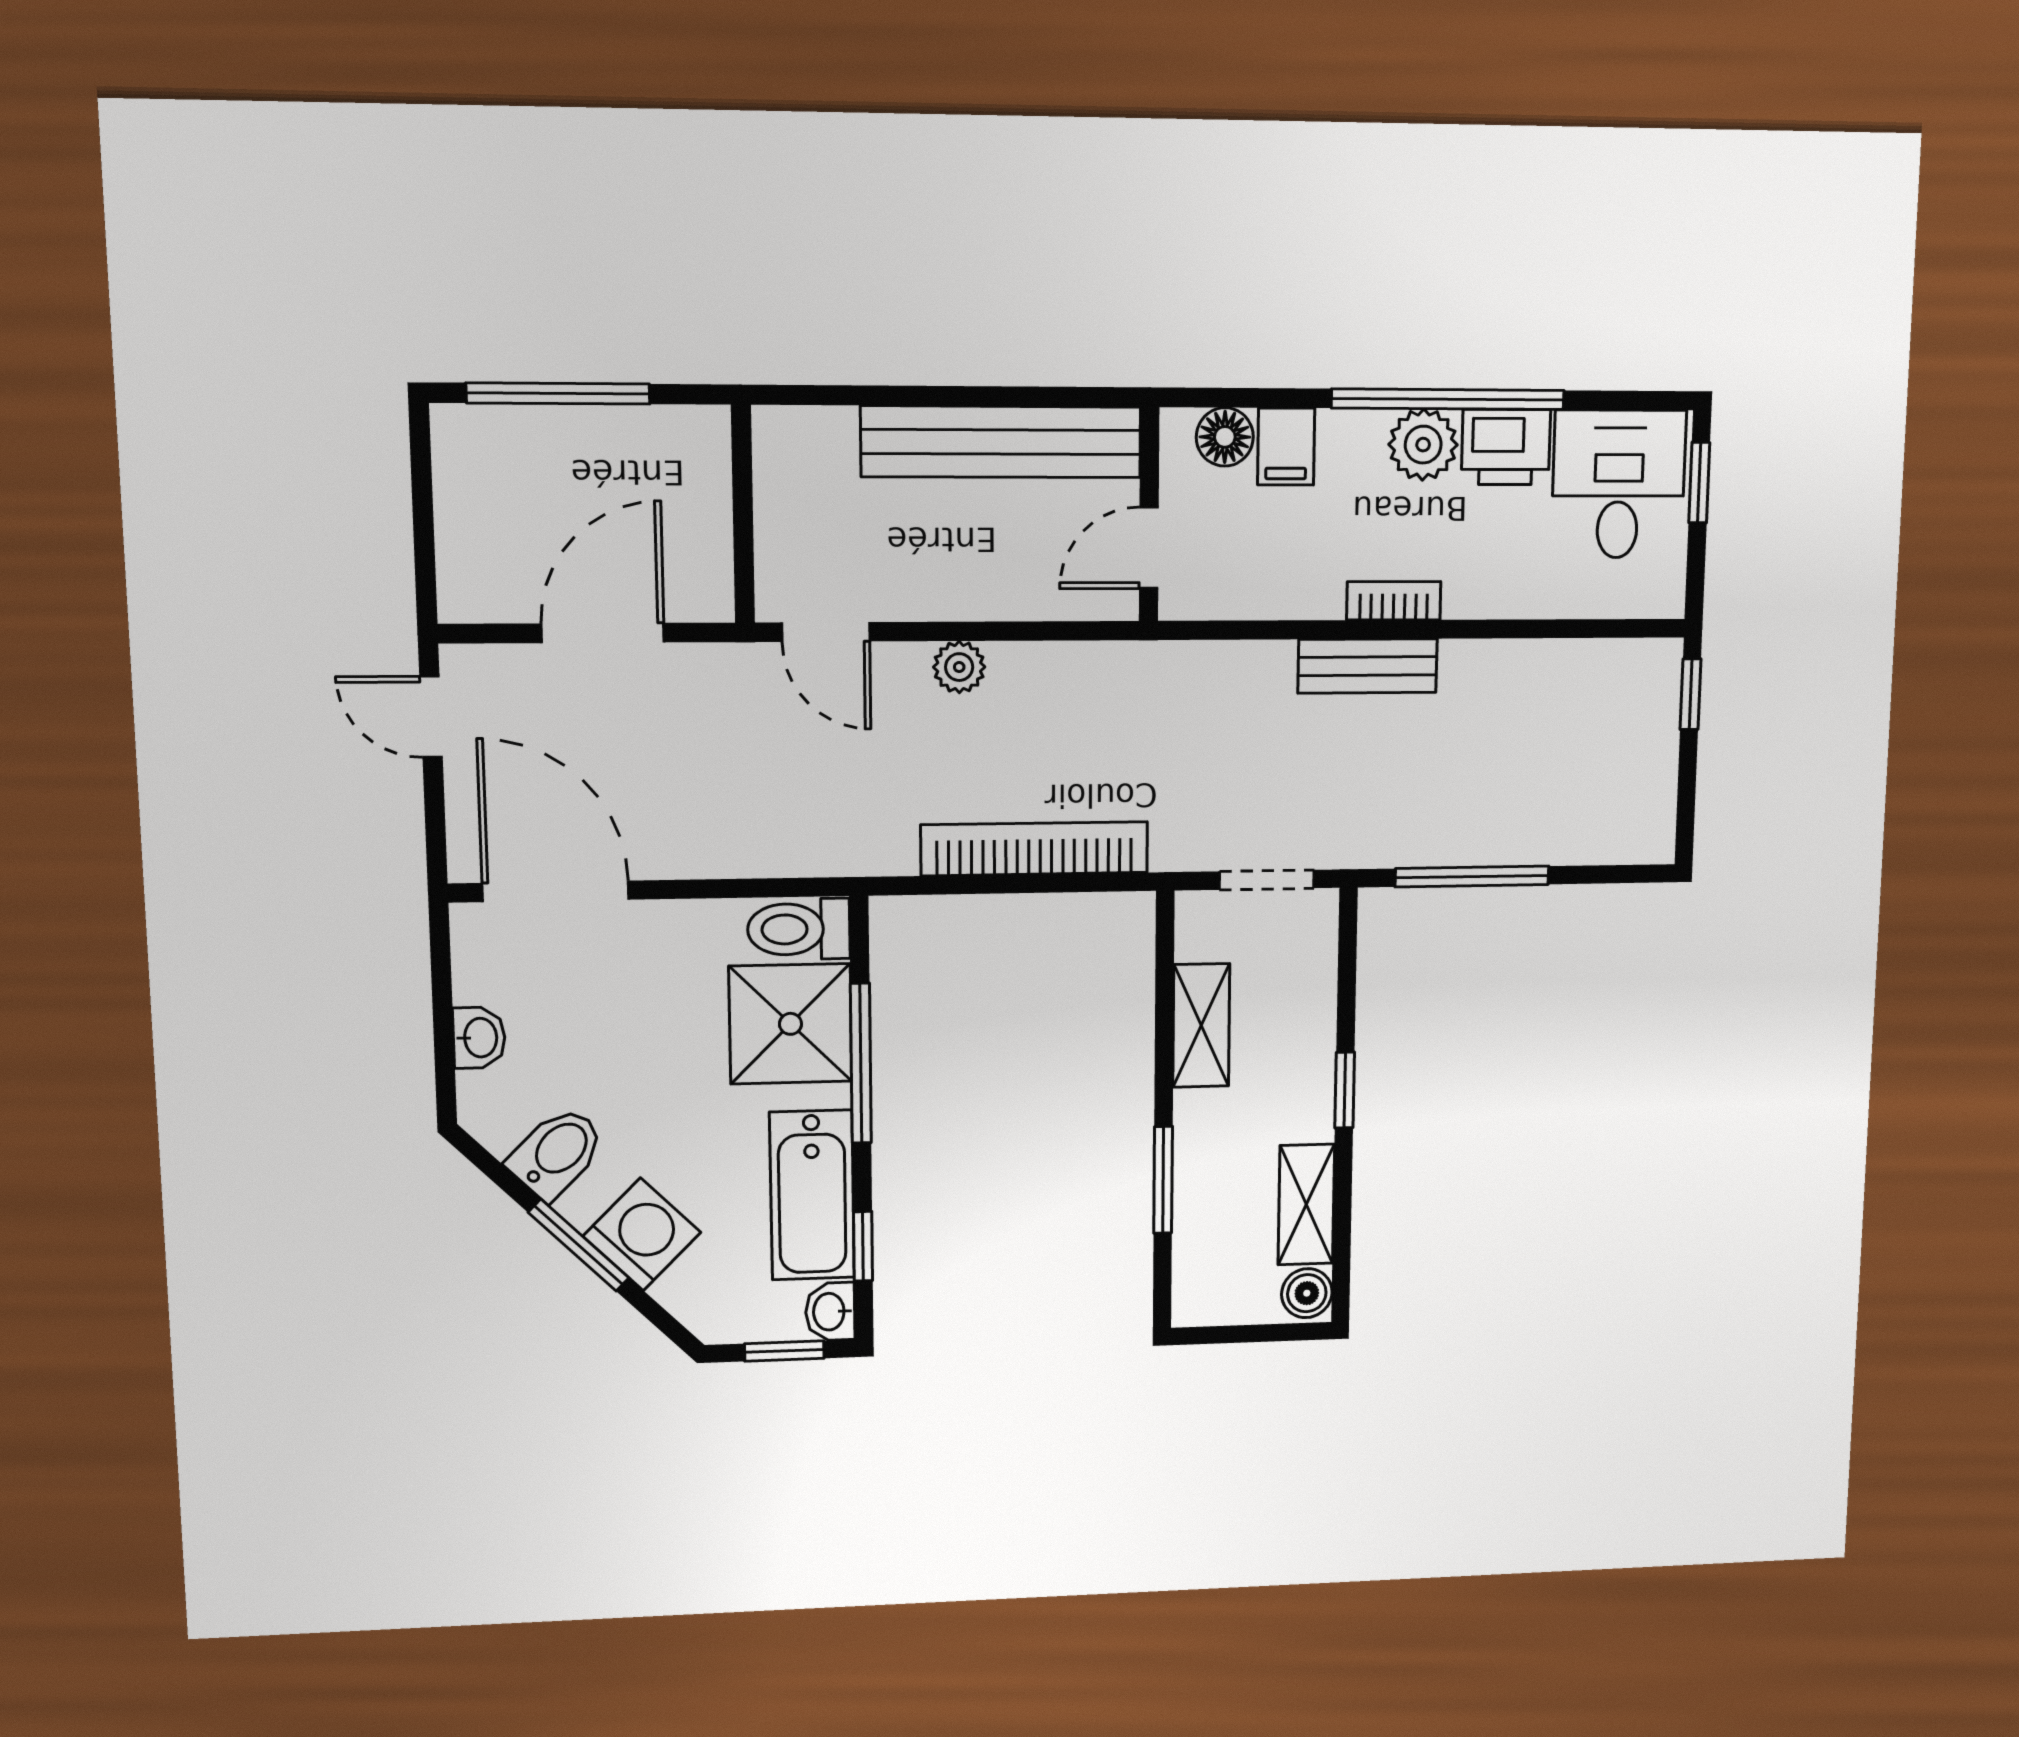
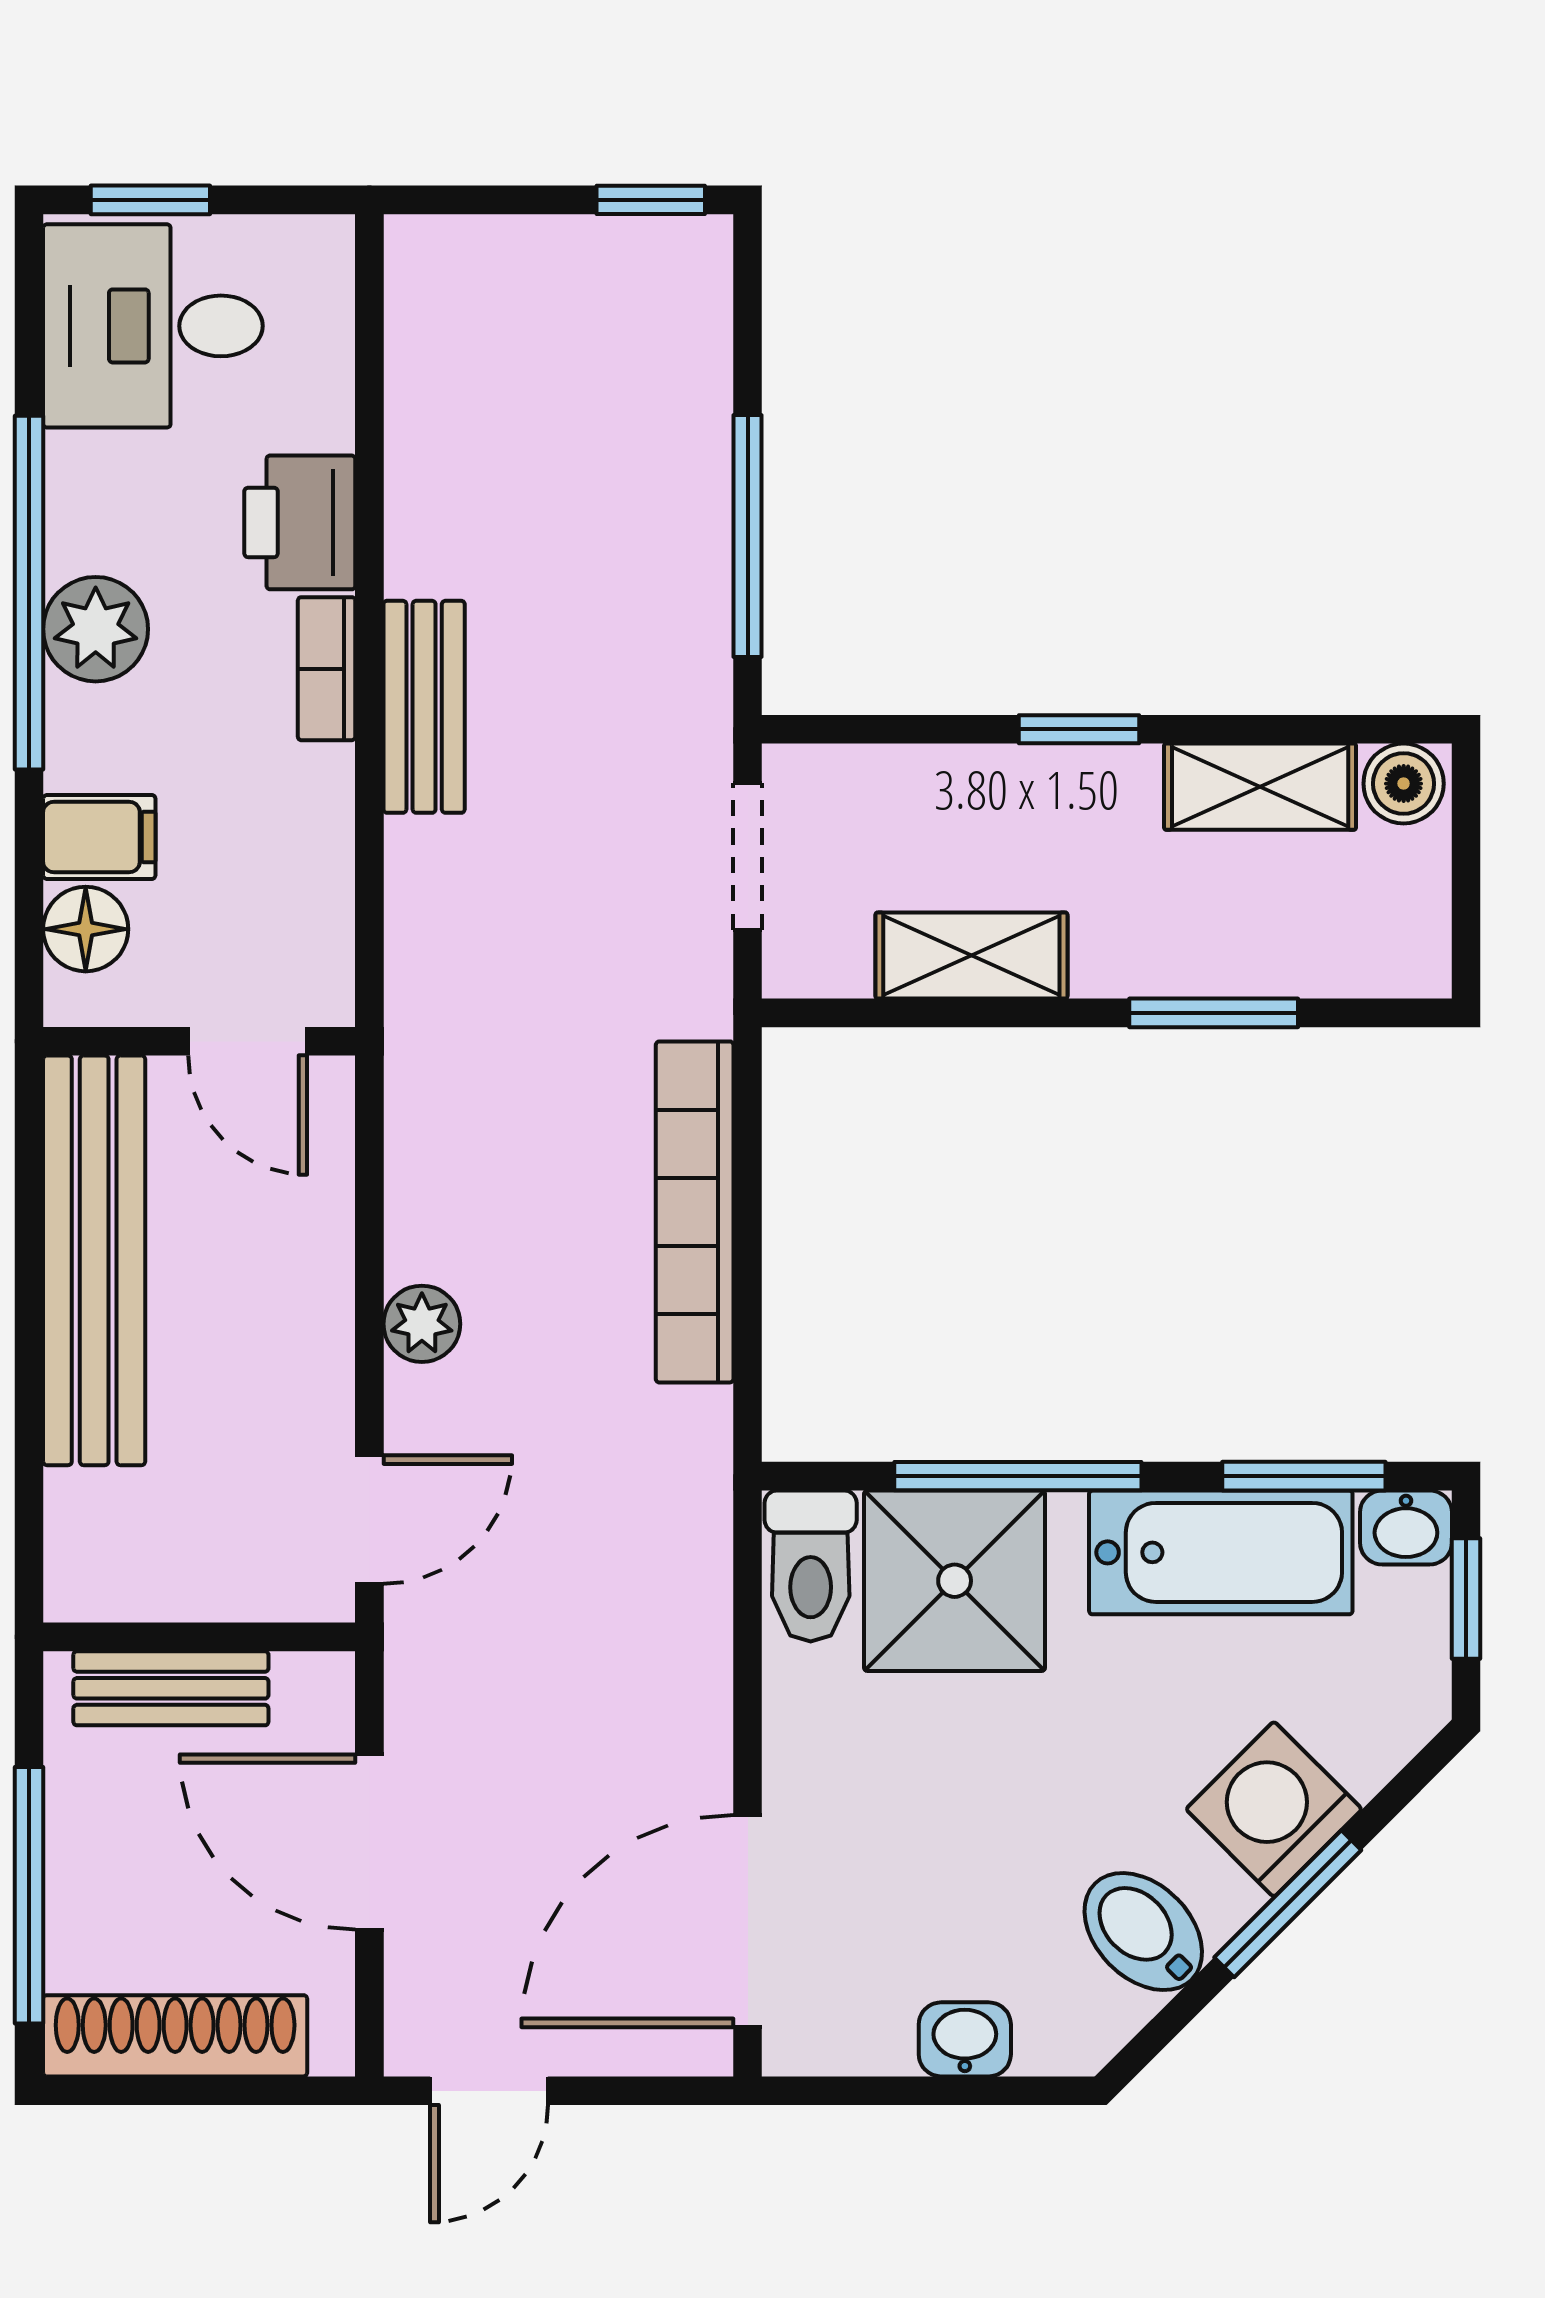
printer: (1506, 447) -> (300, 522), moved, turned 180
bench: (707, 495) -> (171, 1688), added
shoe rack: (462, 497) -> (175, 2036), added
window: (1690, 694) -> (651, 200), moved
window: (863, 1246) -> (1304, 1476), width x1.50

